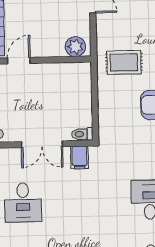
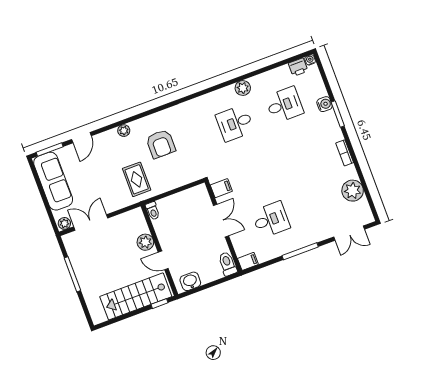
plant: (75, 47) -> (145, 242), moved
toilet: (82, 134) -> (153, 211), moved

